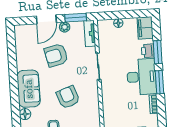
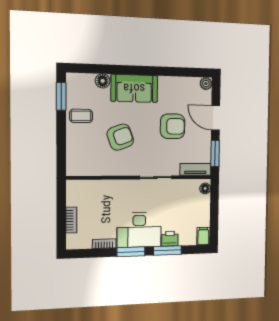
floor lamp: (118, 23) -> (205, 188), moved
plant: (65, 27) -> (206, 84), moved
filing cabinet: (145, 28) -> (203, 236), width x0.50
armchair: (56, 55) -> (173, 126), turned 103

